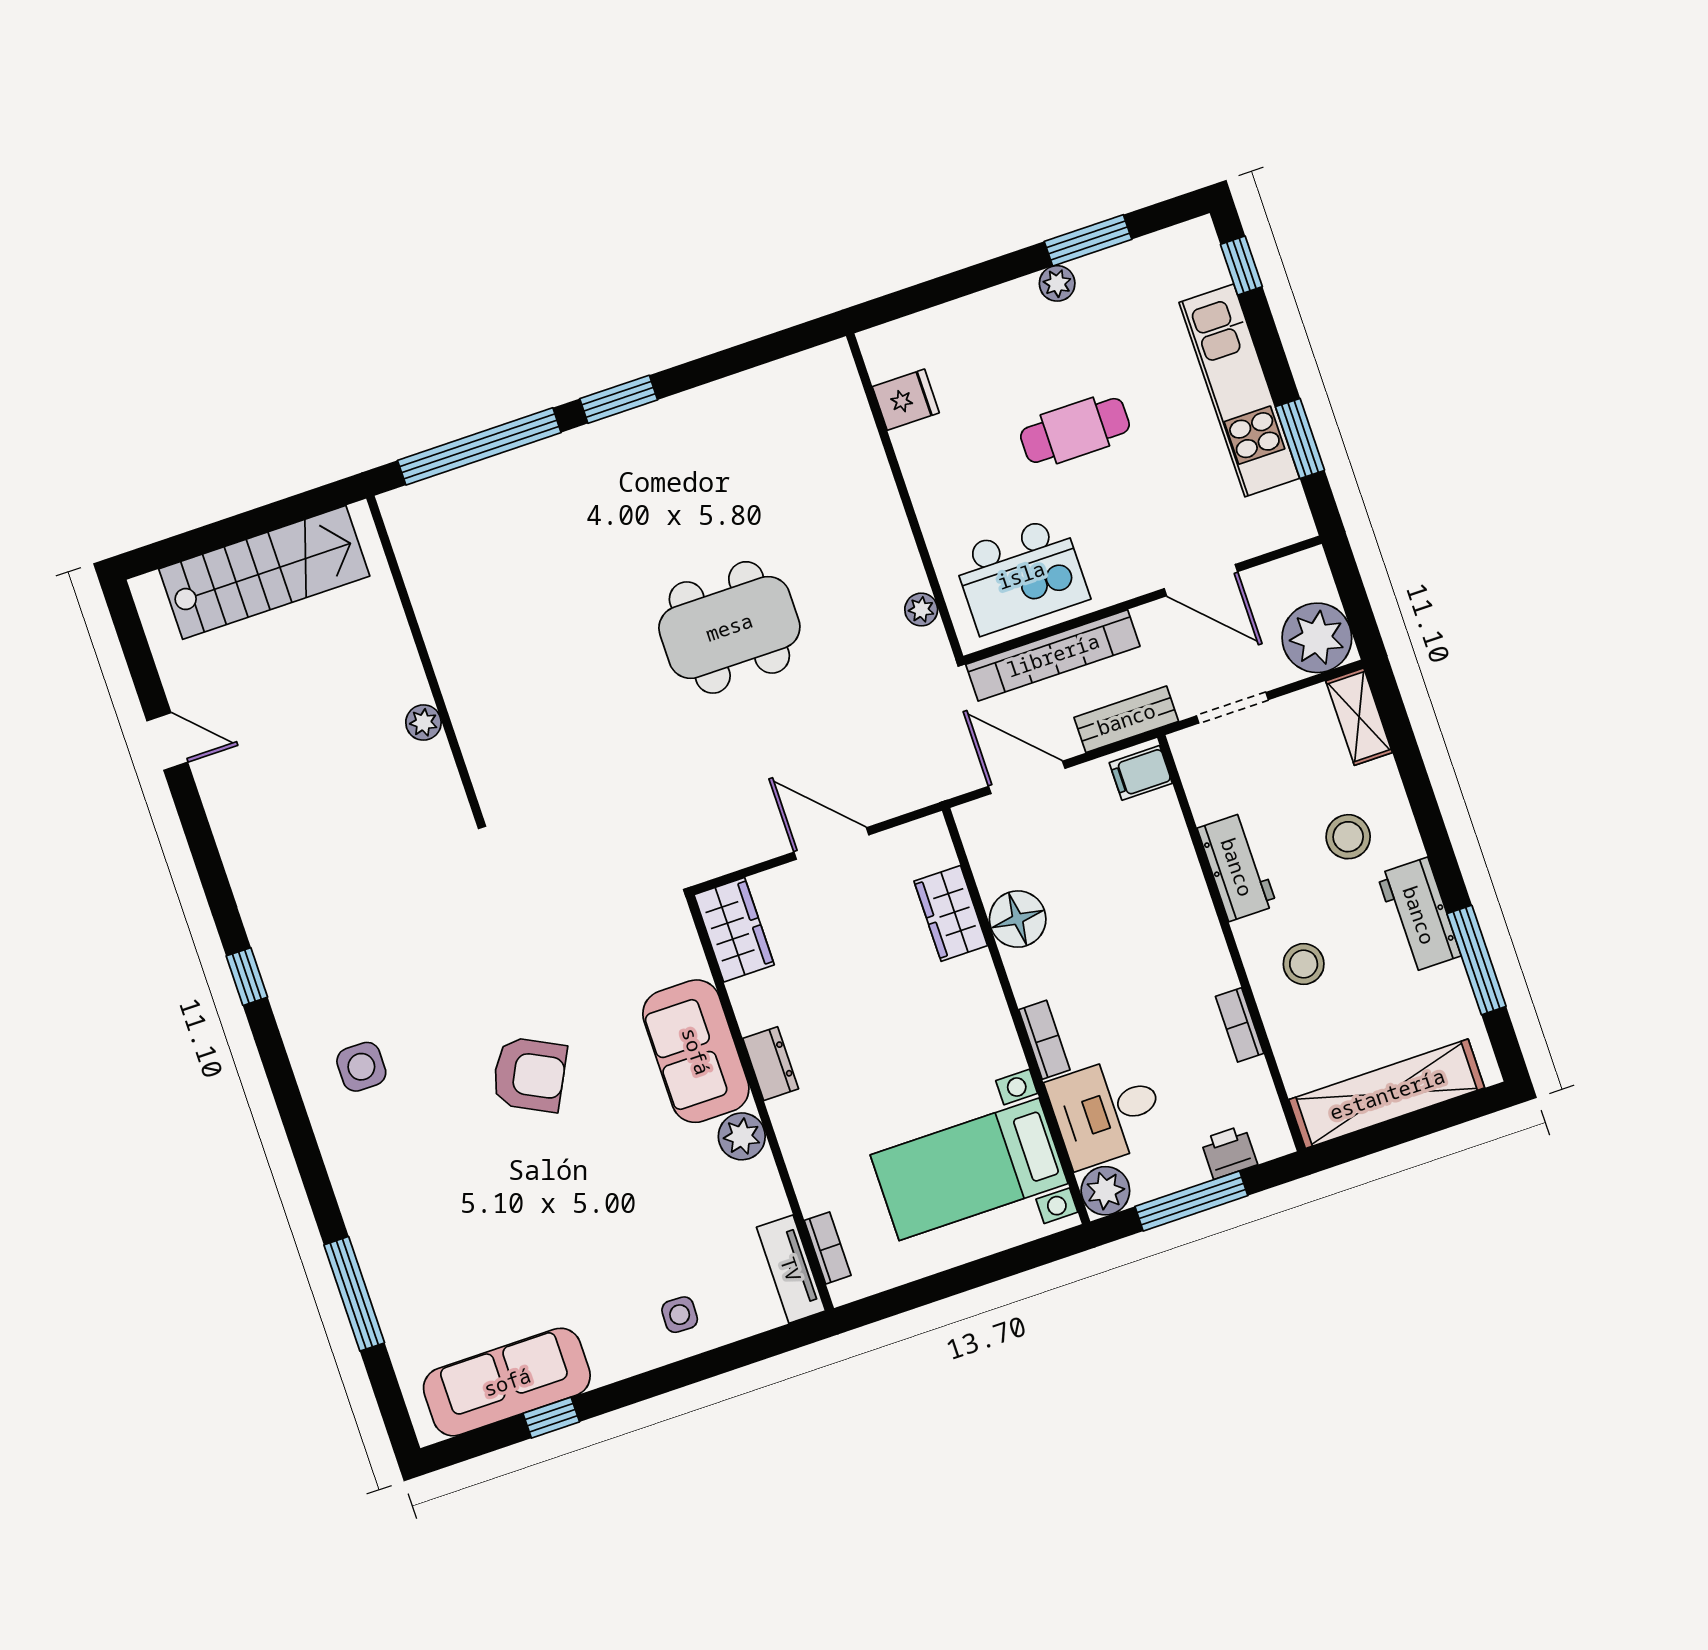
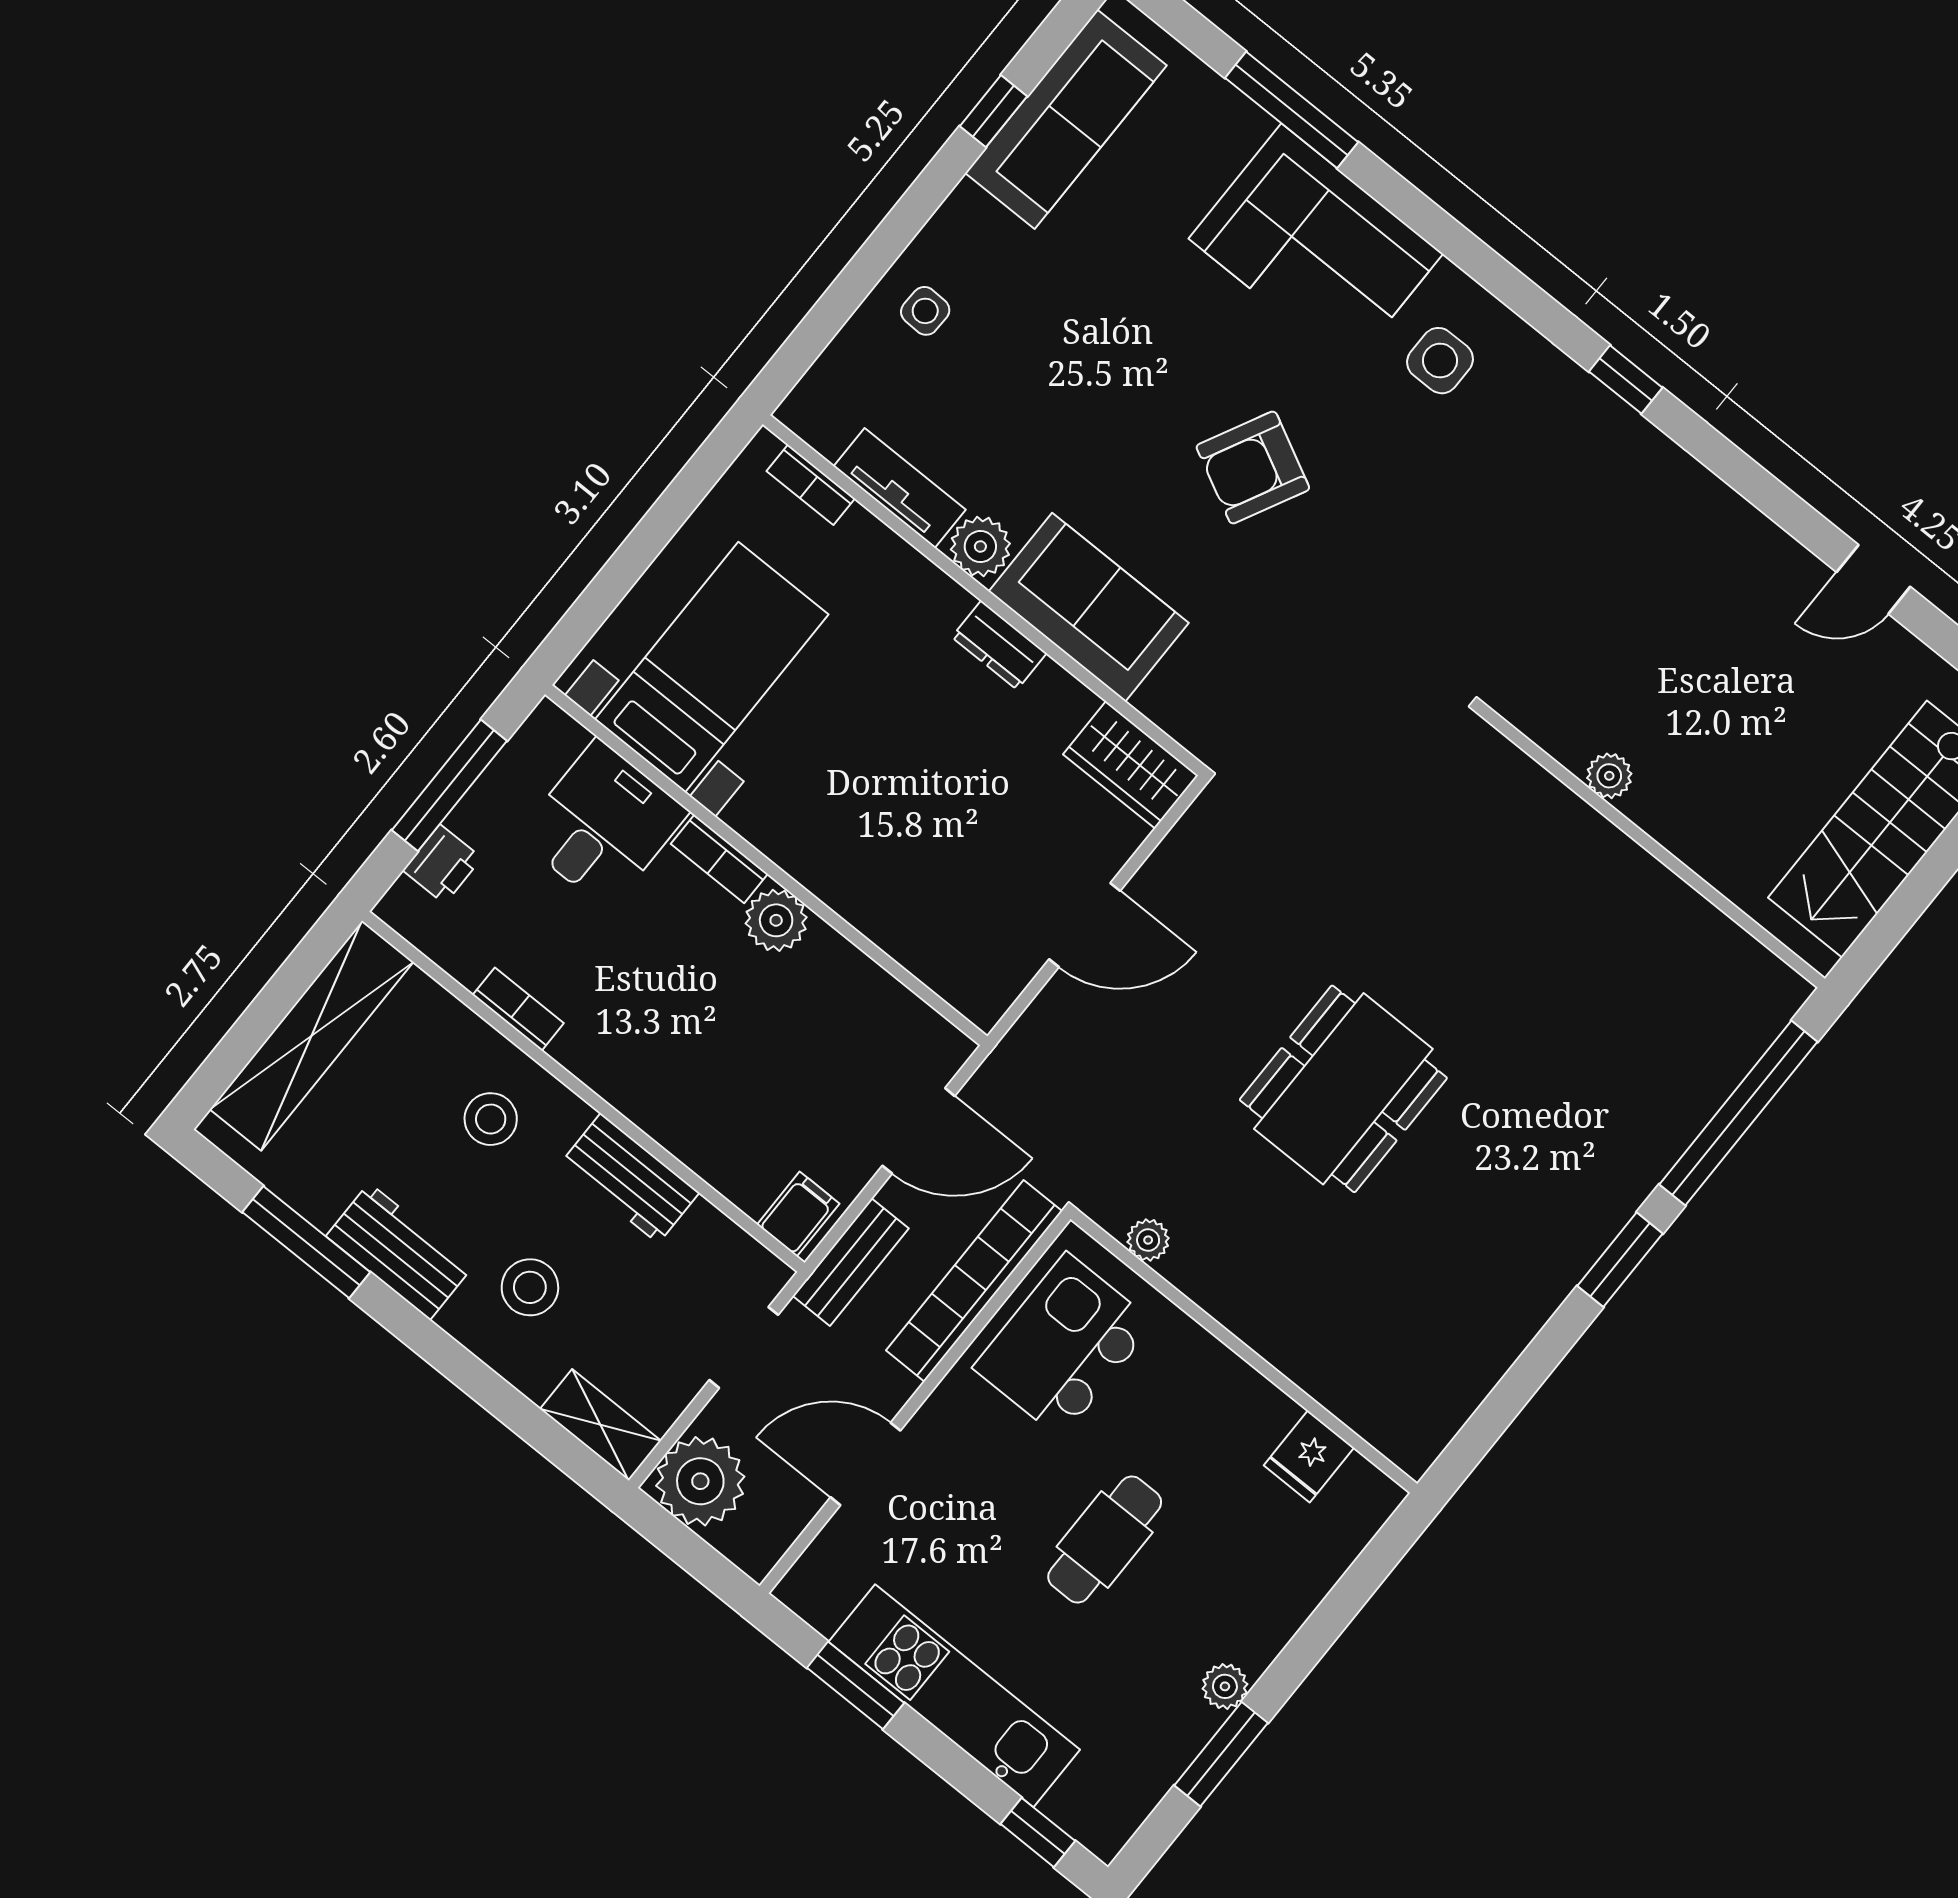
wardrobe: (951, 913) -> (907, 931), removed
floor lamp: (1018, 919) -> (831, 971), removed
plant: (1105, 1191) -> (776, 920), moved
corner sofa: (395, 1194) -> (1316, 246), added
tv unit: (791, 1269) -> (900, 488), moved

